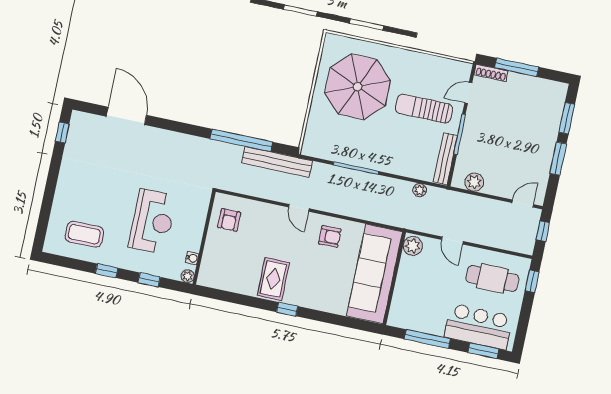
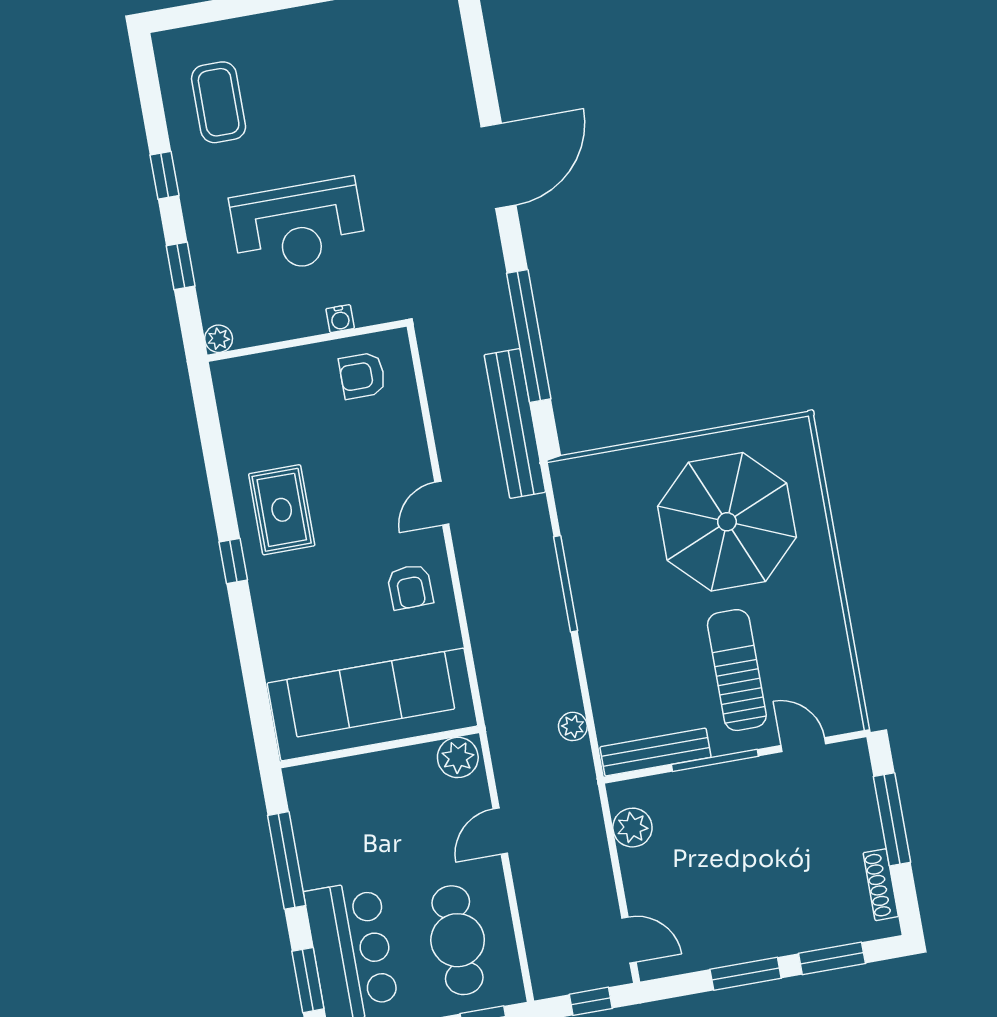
shoe rack: (491, 73) -> (881, 885), moved
door: (126, 116) -> (498, 166), moved
water cooler: (192, 258) -> (340, 319), moved
rug: (273, 279) -> (282, 510), turned 90

